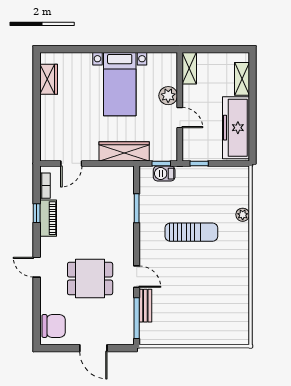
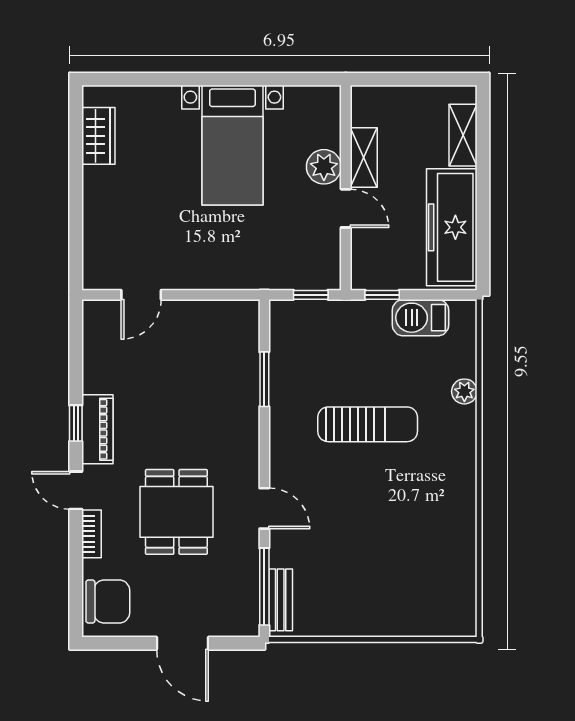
shelving: (189, 68) -> (364, 157), moved
wardrobe: (124, 151) -> (241, 272), removed
barbecue: (164, 174) -> (421, 318), moved, width x1.38, depth x1.27
bookcase: (45, 186) -> (91, 534), moved
window: (37, 213) -> (76, 423), moved
piano: (48, 218) -> (97, 429), moved
dining table: (90, 279) -> (176, 512), turned 90
bench: (145, 306) -> (281, 600), moved

